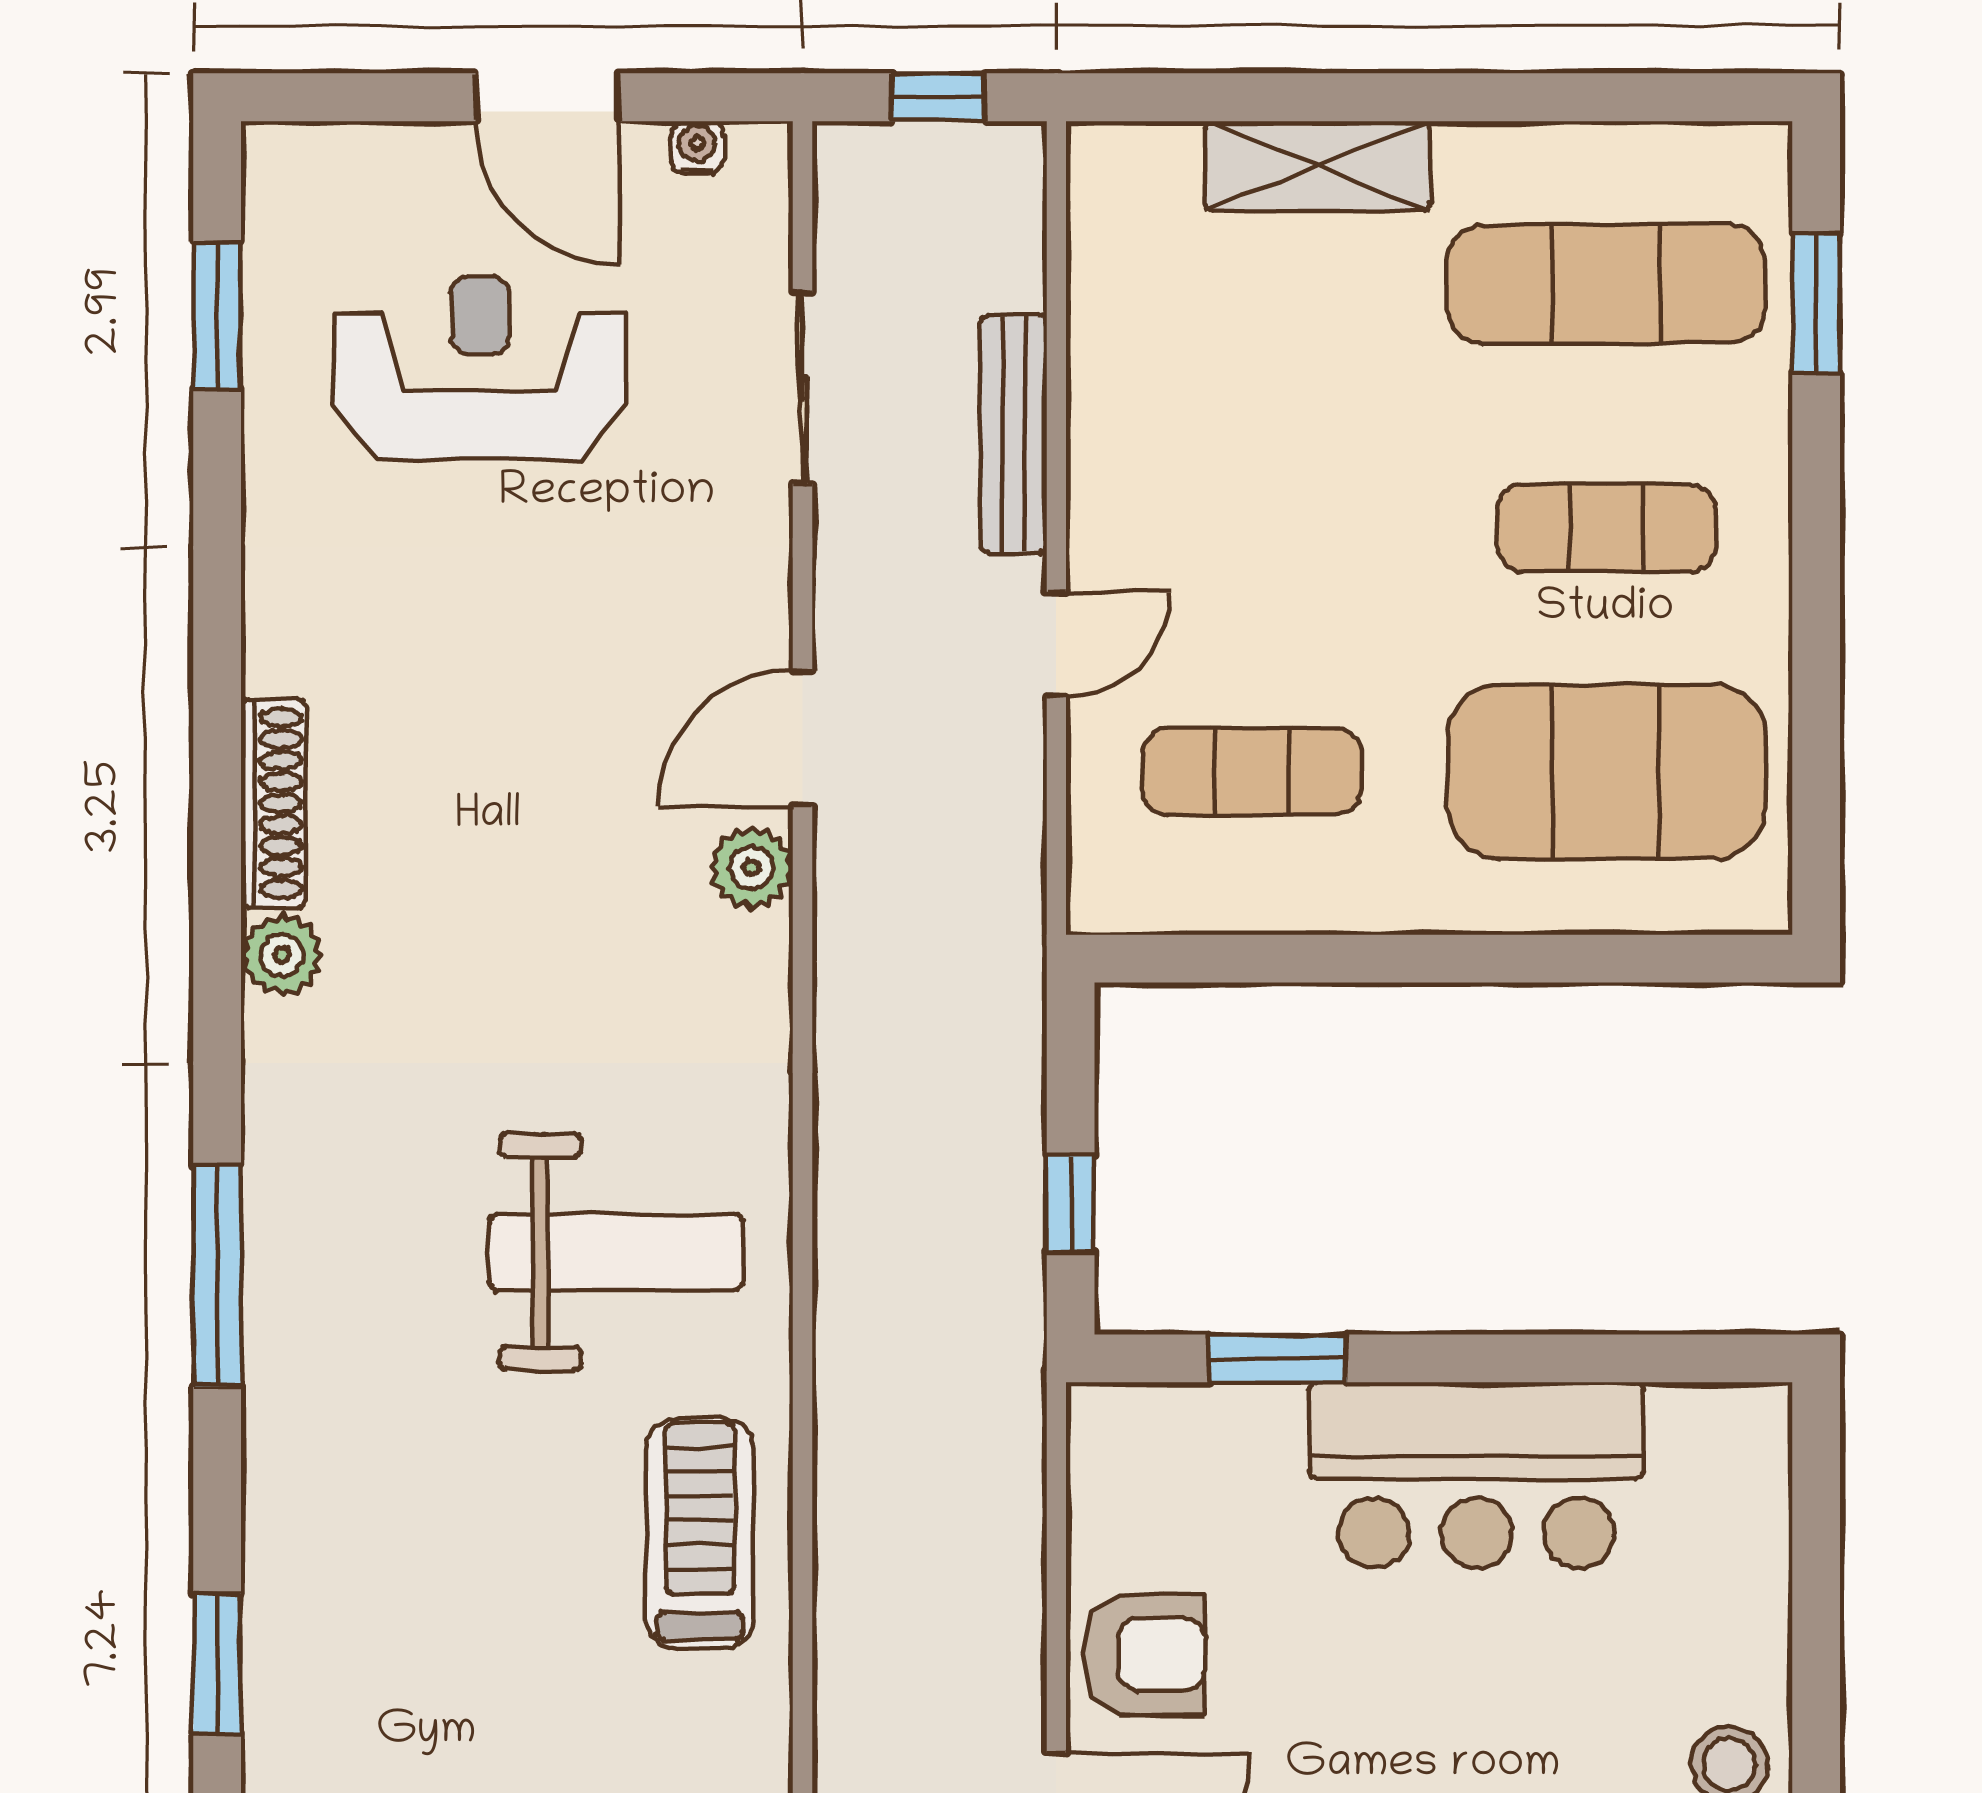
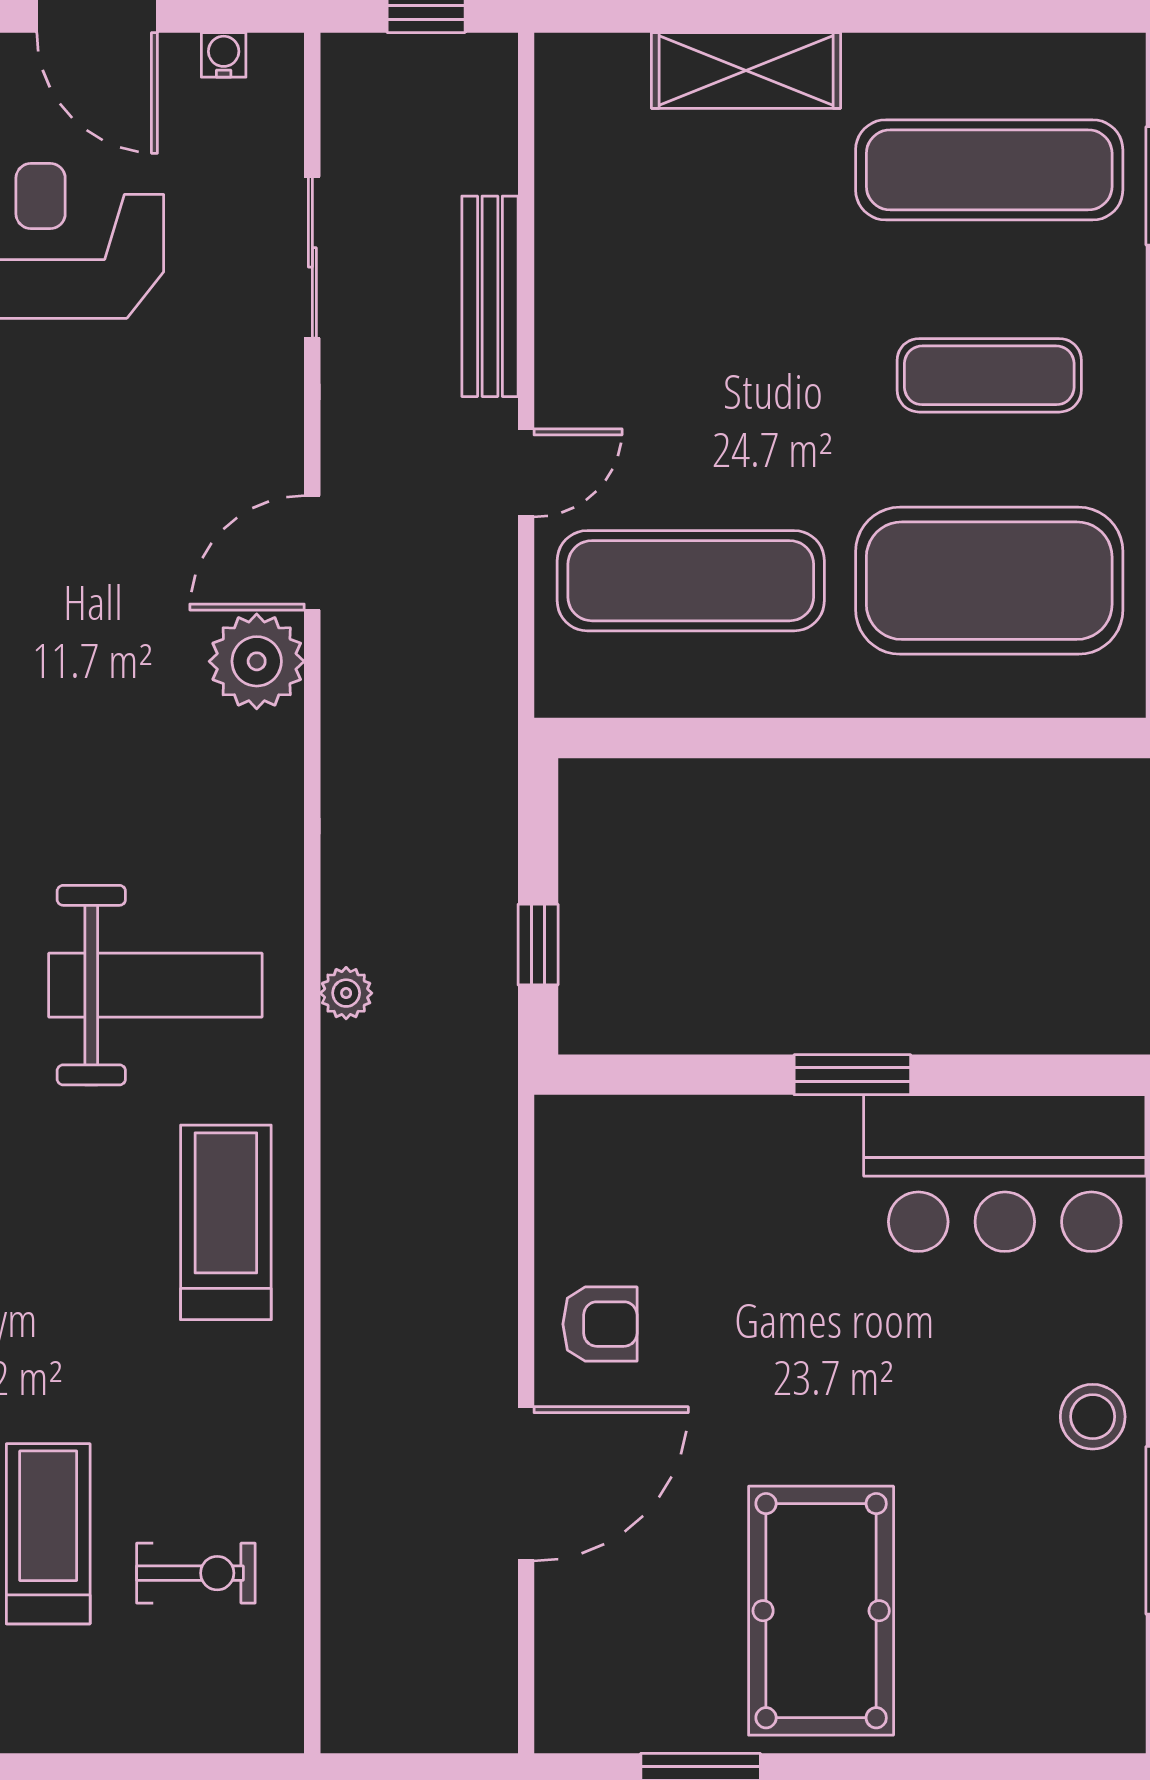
exercise mat: (1252, 772) -> (691, 581), width x1.36, depth x1.45
plant: (752, 868) -> (257, 661), width x1.36, depth x1.36
plant: (843, 1261) -> (346, 993), added
window: (1278, 1358) -> (852, 1075), moved
bar counter: (1476, 1475) -> (1005, 1173), moved
armchair: (1144, 1654) -> (600, 1324), width x0.72, depth x0.72

